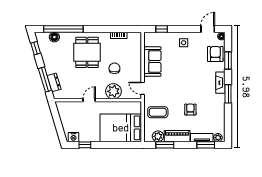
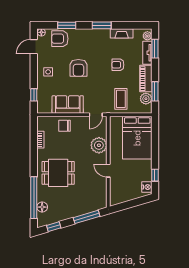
door: (208, 29) -> (34, 47), hinge flipped
chair: (114, 68) -> (65, 126), moved
armchair: (187, 72) -> (78, 68), added
dresser: (54, 82) -> (90, 207), removed
fireplace: (220, 83) -> (122, 33), moved

